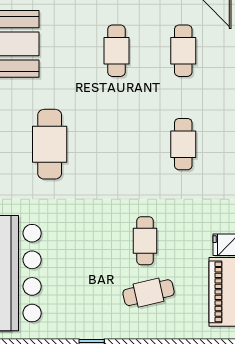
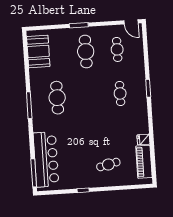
cafe table: (116, 51) -> (86, 52), width x1.37, depth x1.35
cafe table: (145, 241) -> (105, 140), removed

